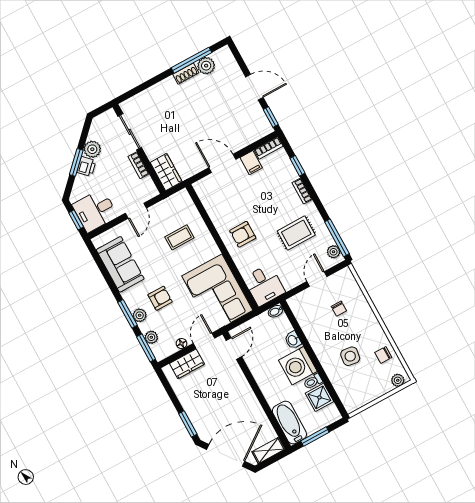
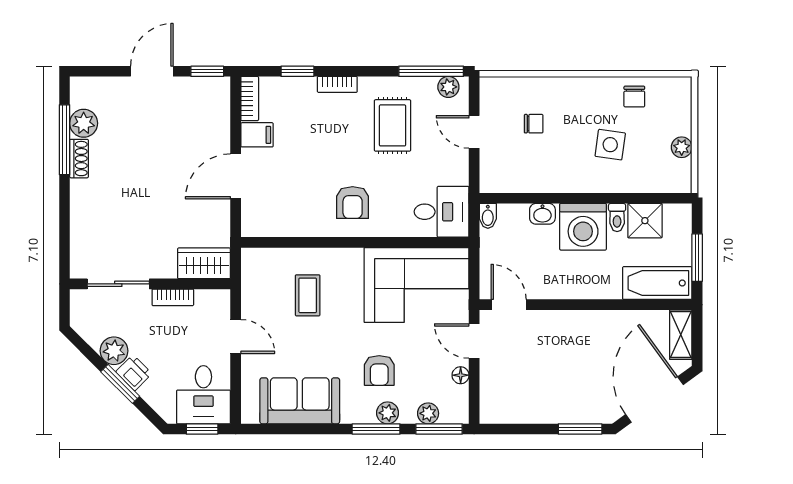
armchair: (160, 298) -> (379, 370), turned 180
wardrobe: (187, 364) -> (494, 383), removed
plant: (398, 380) -> (682, 147), moved

